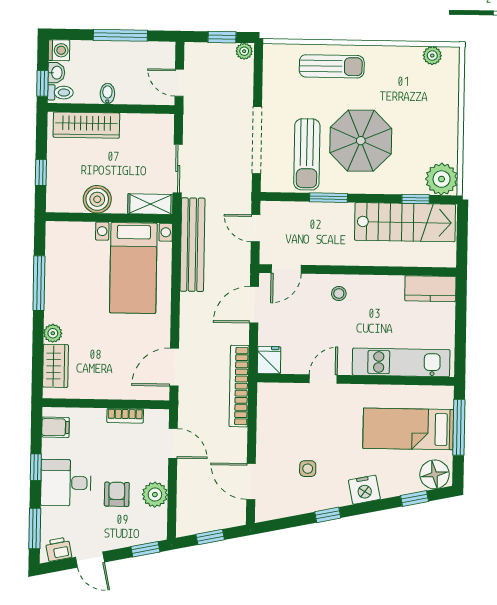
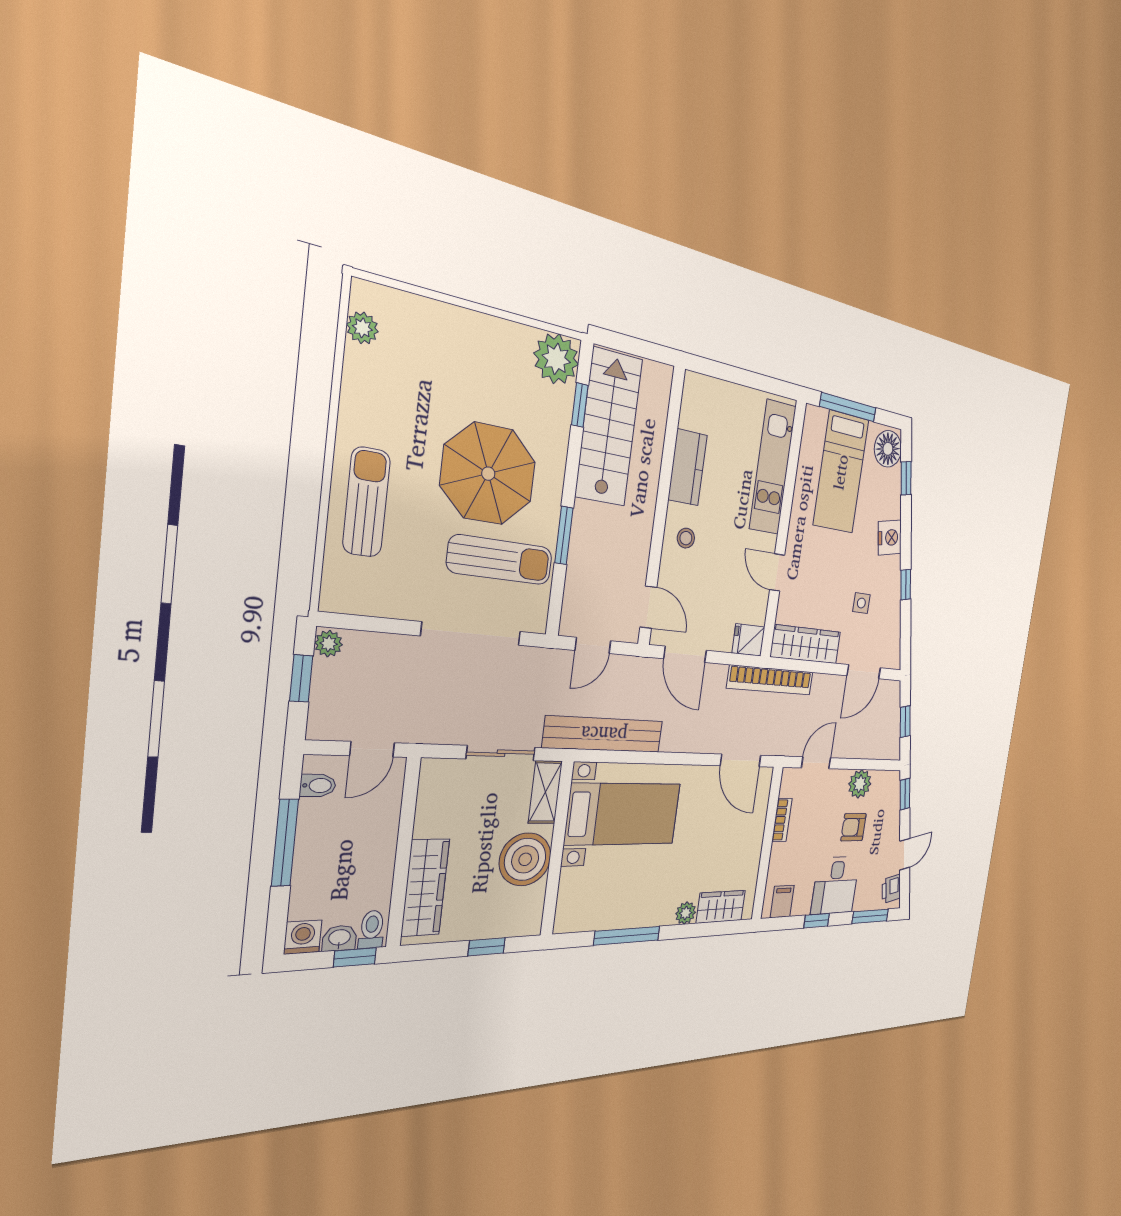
bidet: (107, 94) -> (318, 785), moved, turned 180
boiler: (97, 199) -> (525, 859), width x1.37, depth x1.37
kitchen counter: (430, 289) -> (688, 467), moved
wardrobe: (270, 416) -> (806, 644), added

